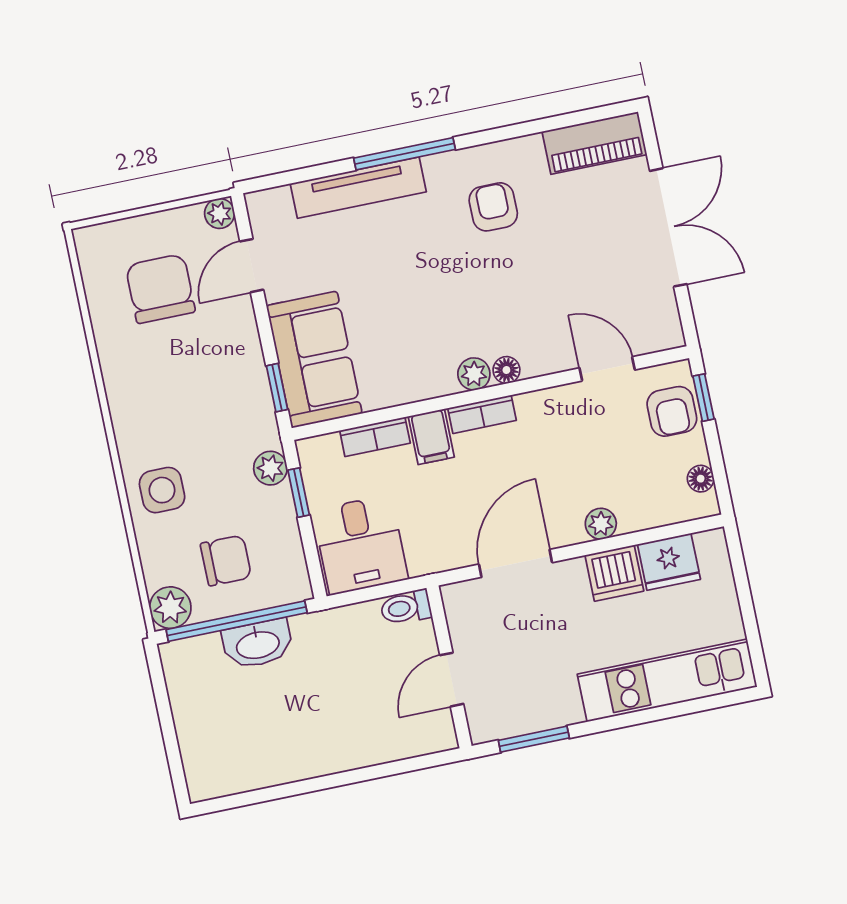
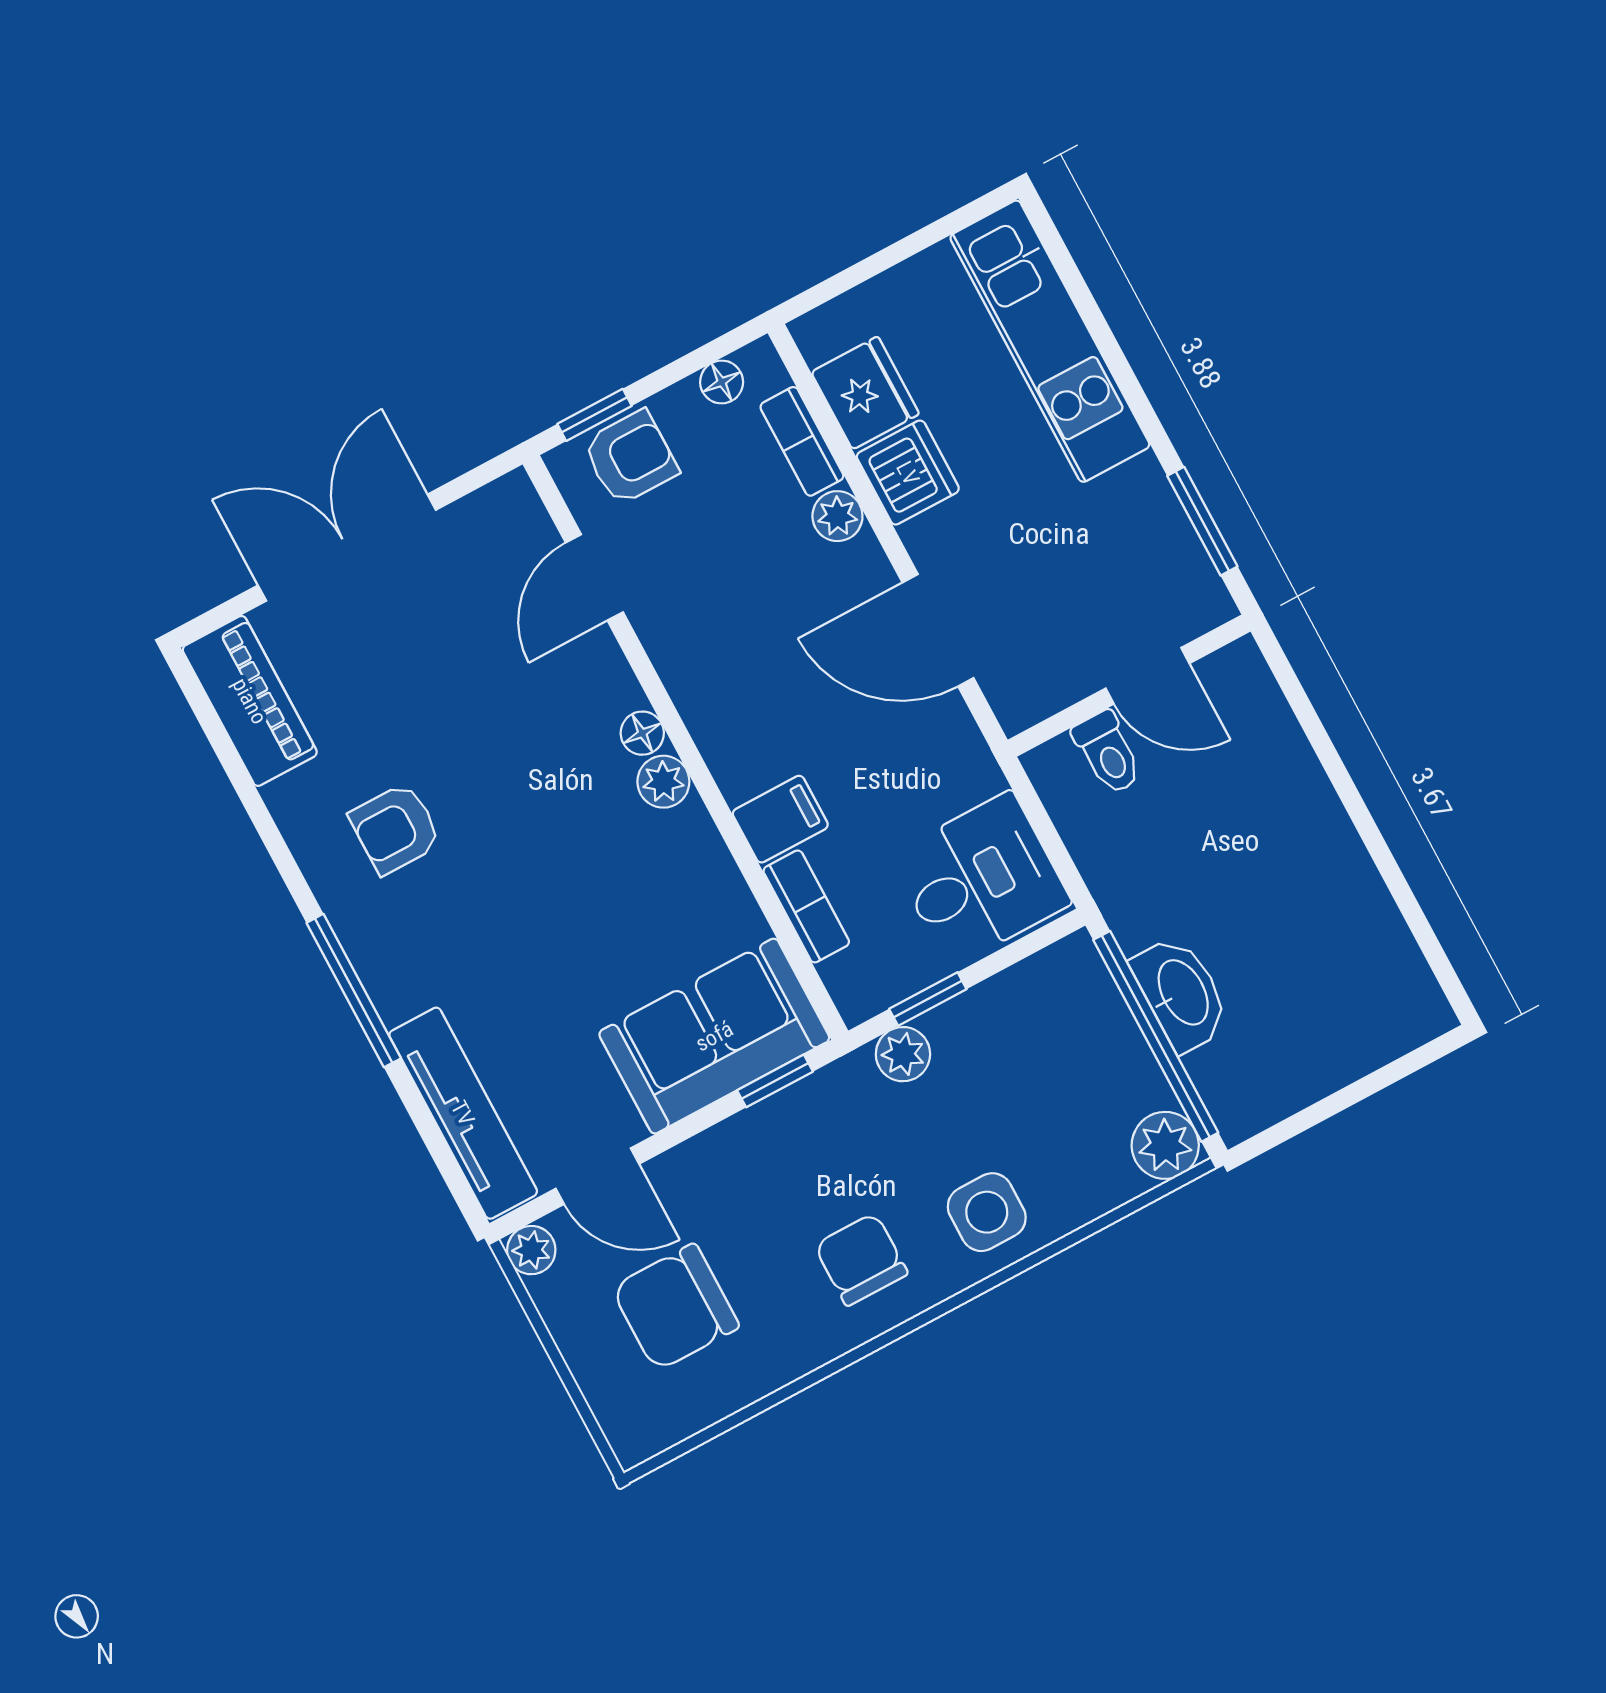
tv unit: (358, 188) -> (463, 1113), moved
bookcase: (482, 414) -> (802, 441), moved, turned 180
chair: (226, 561) -> (861, 1259), moved
toilet: (406, 607) -> (1108, 753), moved

